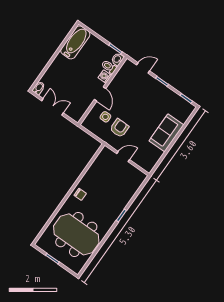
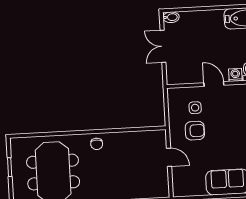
door: (100, 94) -> (214, 84), swing flipped
double door: (53, 107) -> (163, 46), swing flipped

